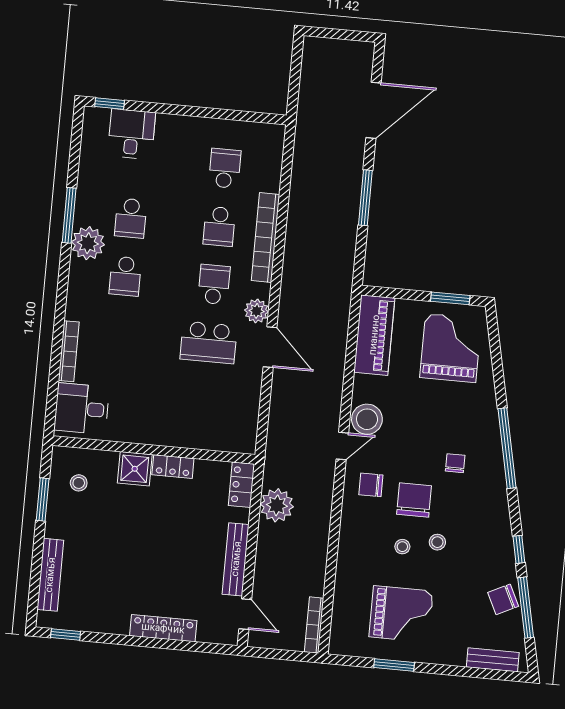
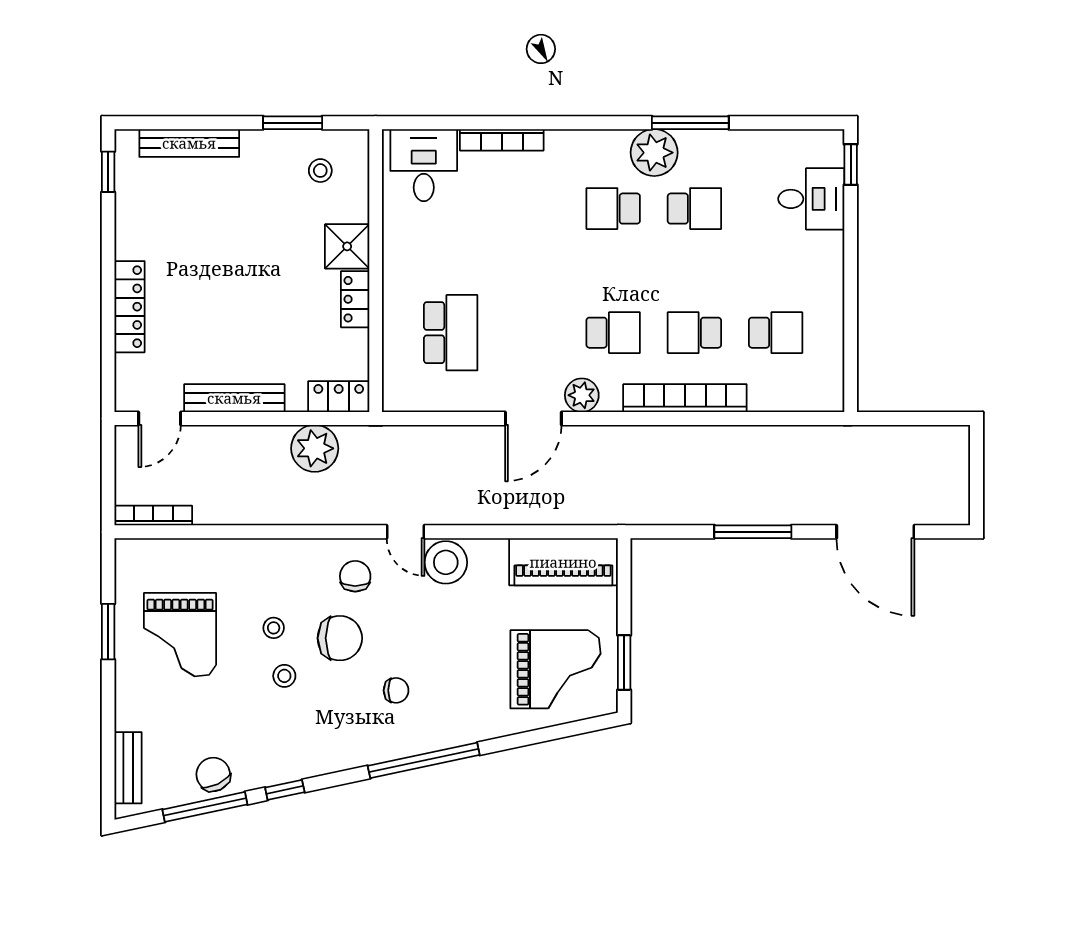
school desk: (131, 218) -> (694, 209), turned 180
school desk: (209, 342) -> (451, 333), moved, turned 180

